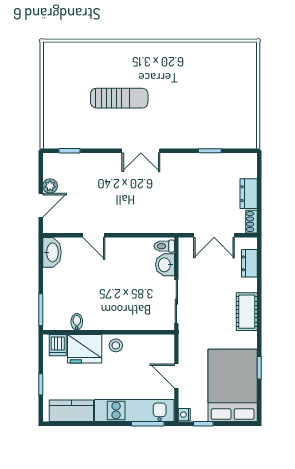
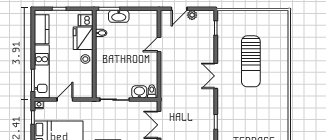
sun lounger: (119, 98) -> (251, 61), width x1.36, depth x1.34
door: (41, 205) -> (179, 9), hinge flipped
washbasin: (52, 252) -> (119, 16), moved

